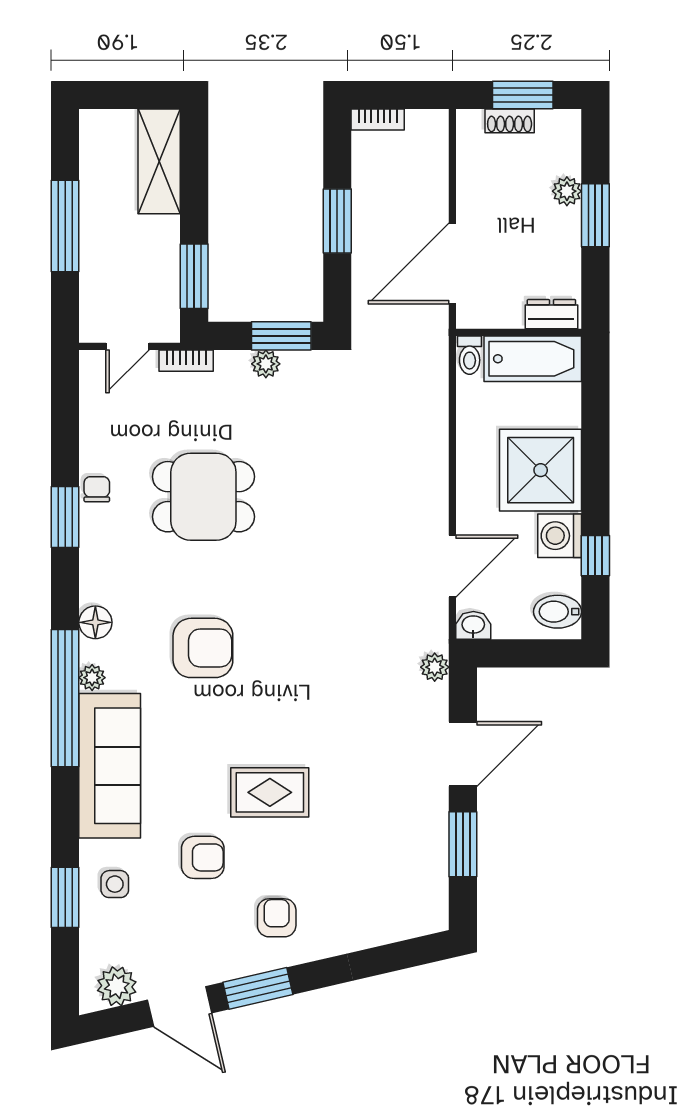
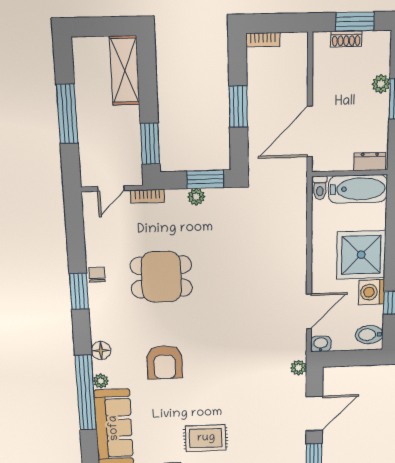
armchair: (203, 648) -> (165, 362), turned 90

